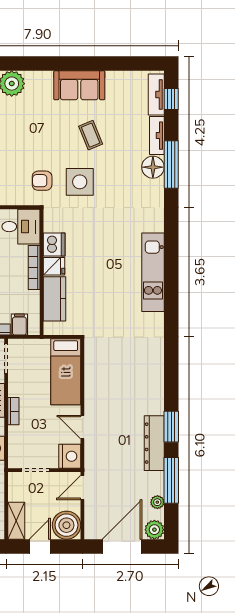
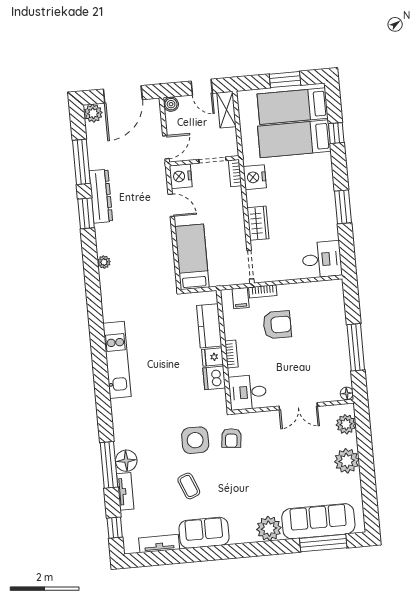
tv unit: (156, 94) -> (159, 544), moved, turned -90
armchair: (42, 181) -> (231, 438), turned 96
bookcase: (34, 268) -> (231, 354), width x0.64
bookcase: (13, 411) -> (235, 173), moved
plant: (157, 502) -> (104, 262), moved
boiler: (66, 525) -> (171, 104), width x0.54, depth x0.54
door: (40, 546) -> (202, 87), hinge flipped

